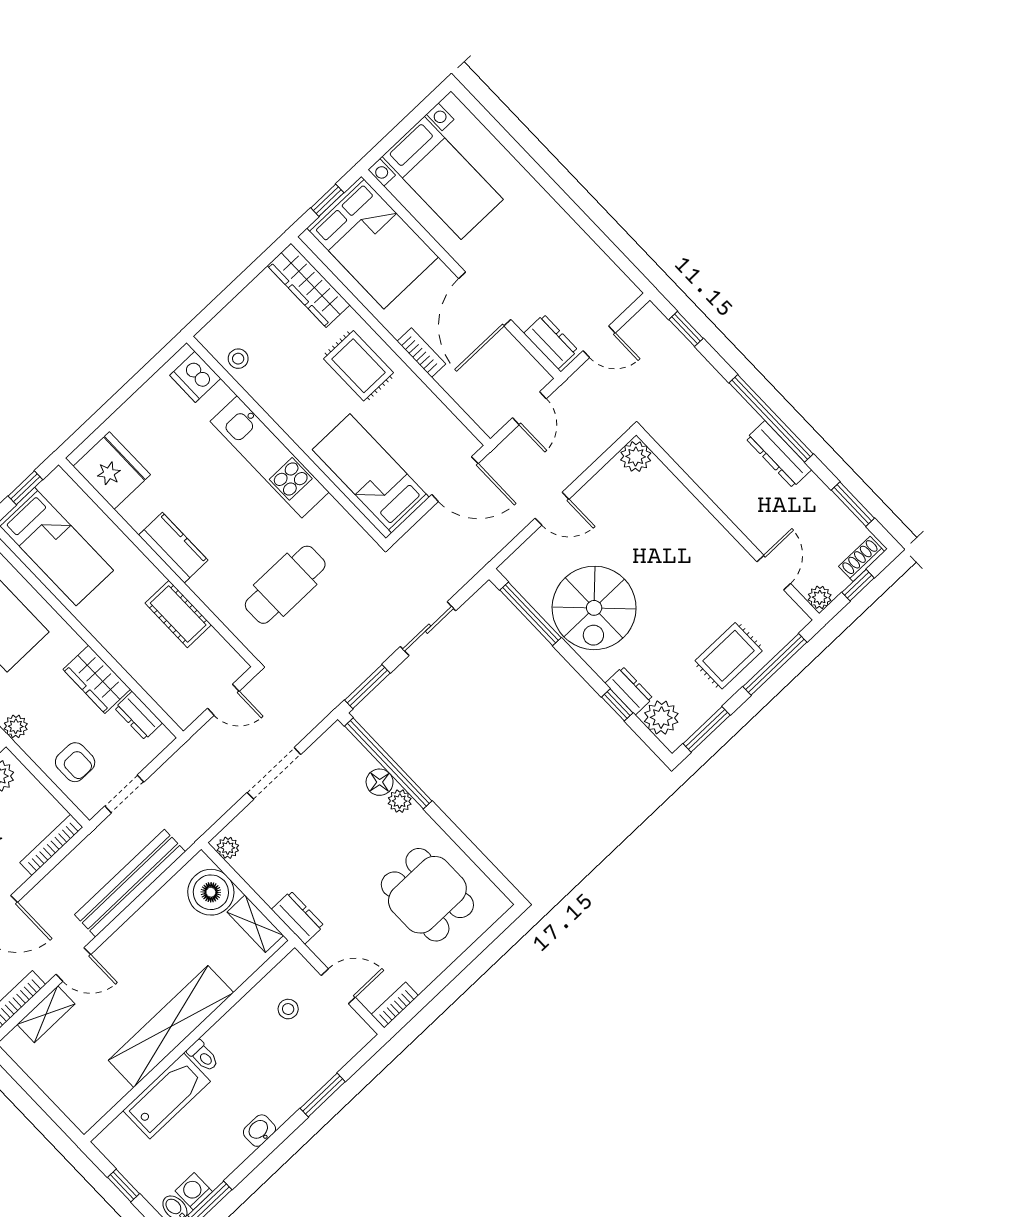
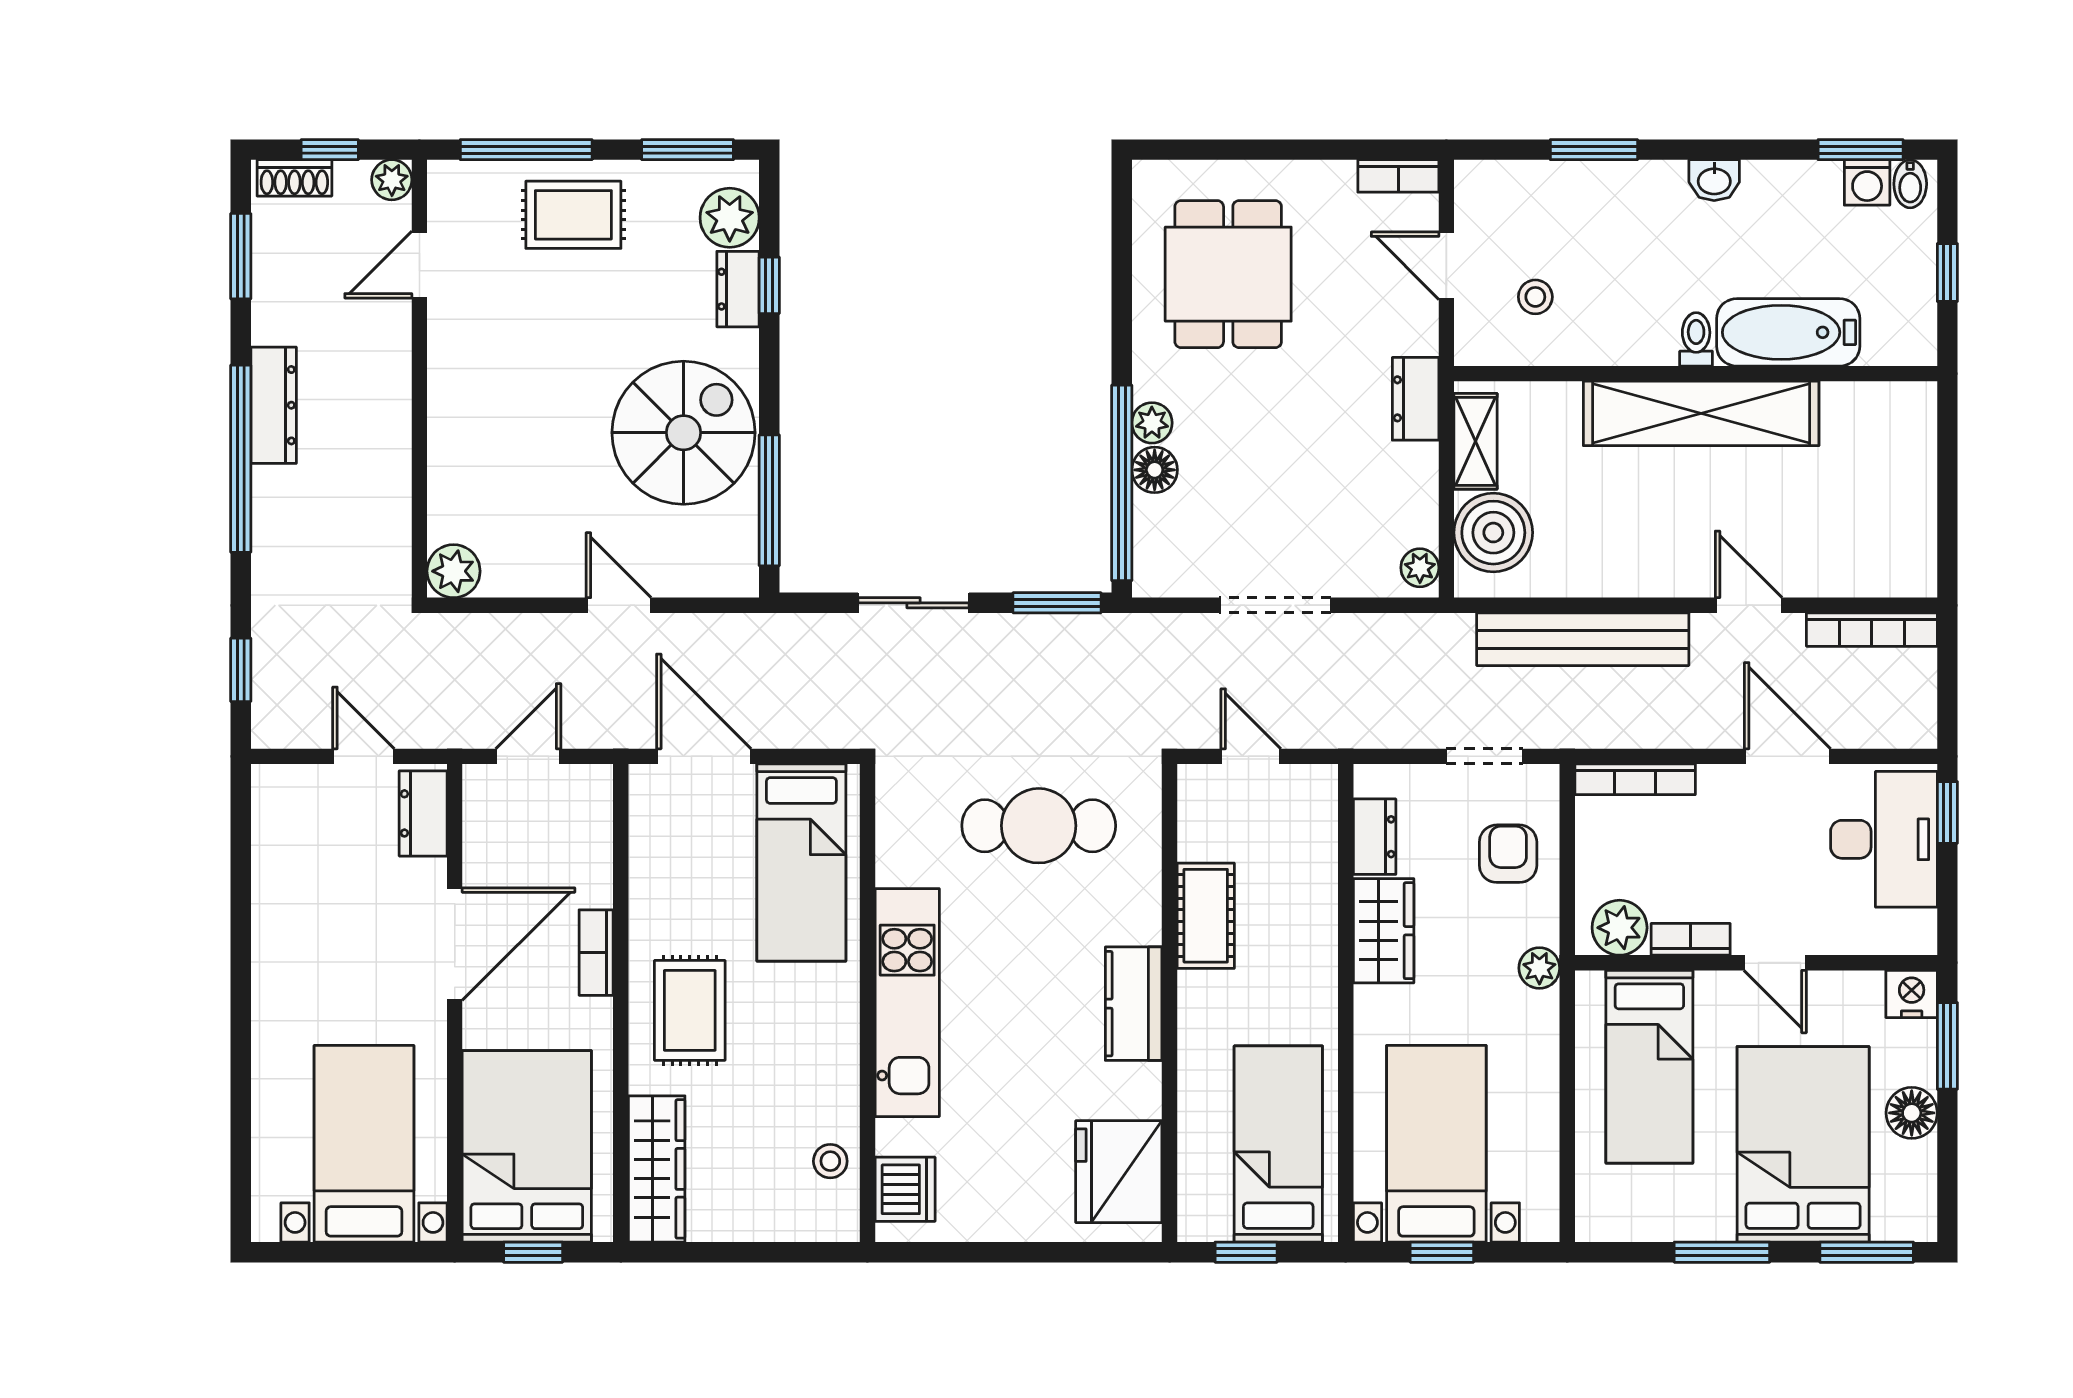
shelving: (46, 1014) -> (1841, 576), removed

